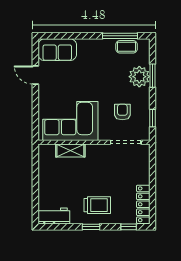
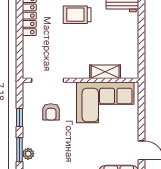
plant: (139, 77) -> (28, 154), width x0.53, depth x0.53
window: (153, 118) -> (20, 118), moved

